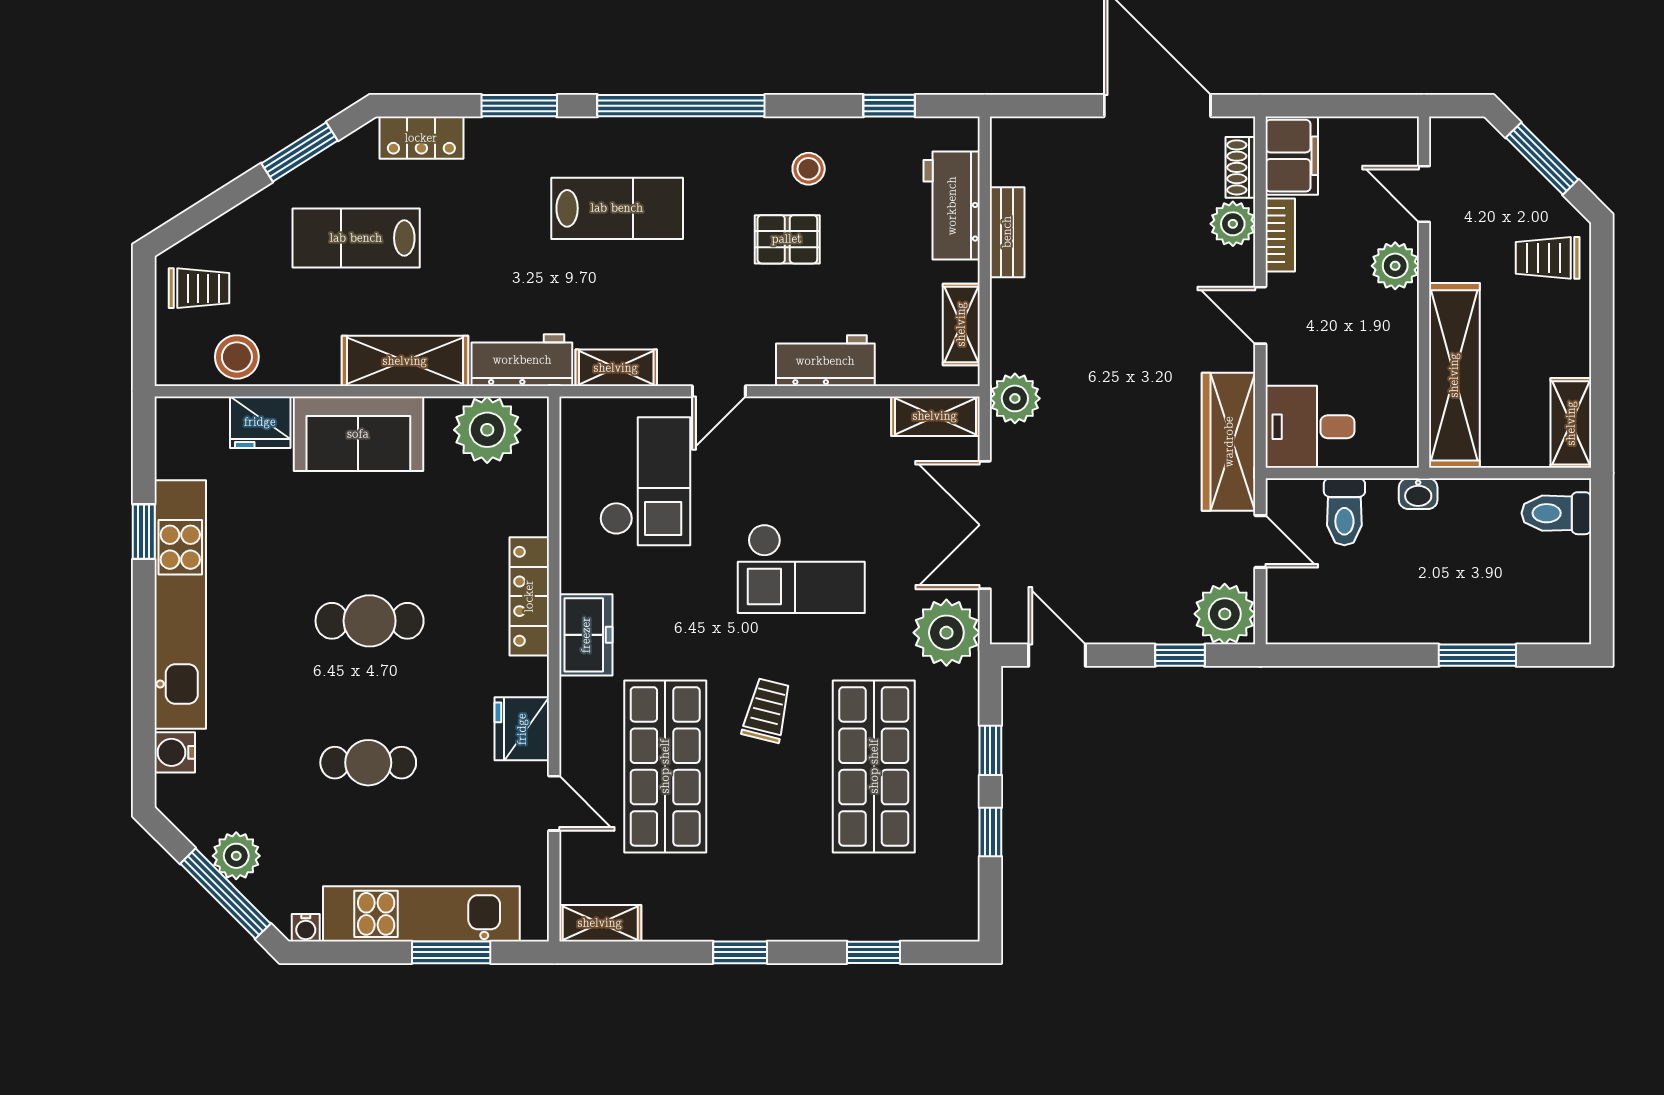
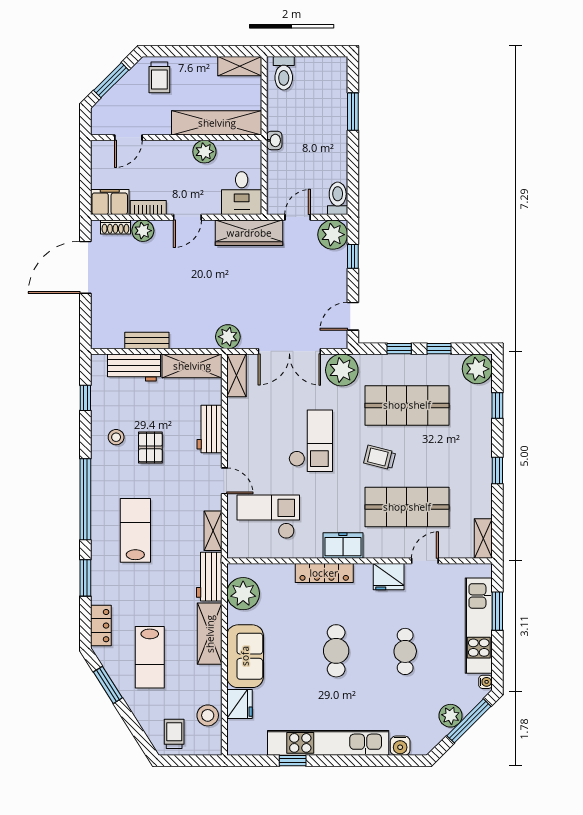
plant: (1395, 266) -> (204, 152), moved
shelving: (961, 324) -> (192, 366), width x1.50, depth x1.33
toilet: (1344, 512) -> (338, 198), moved, turned -90
plant: (949, 911) -> (477, 369), added

